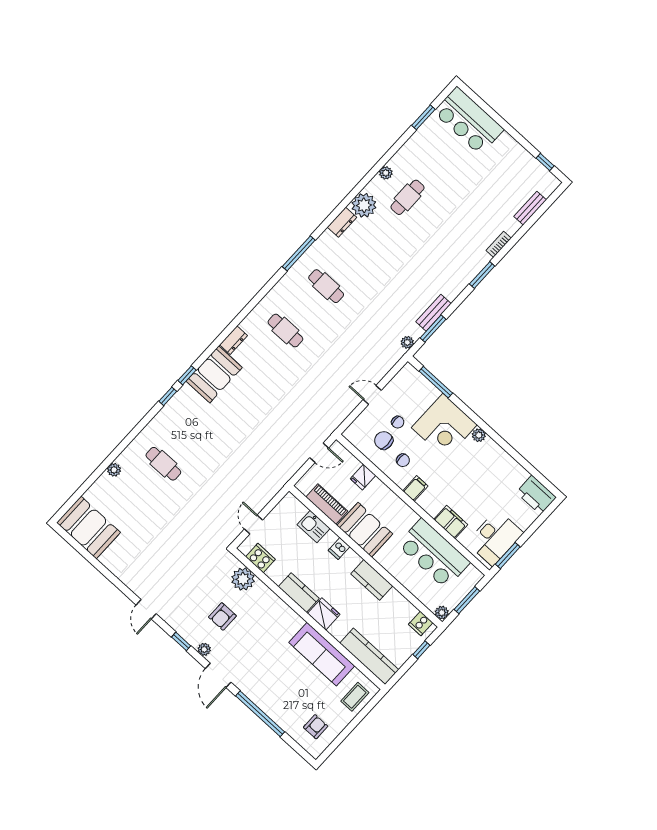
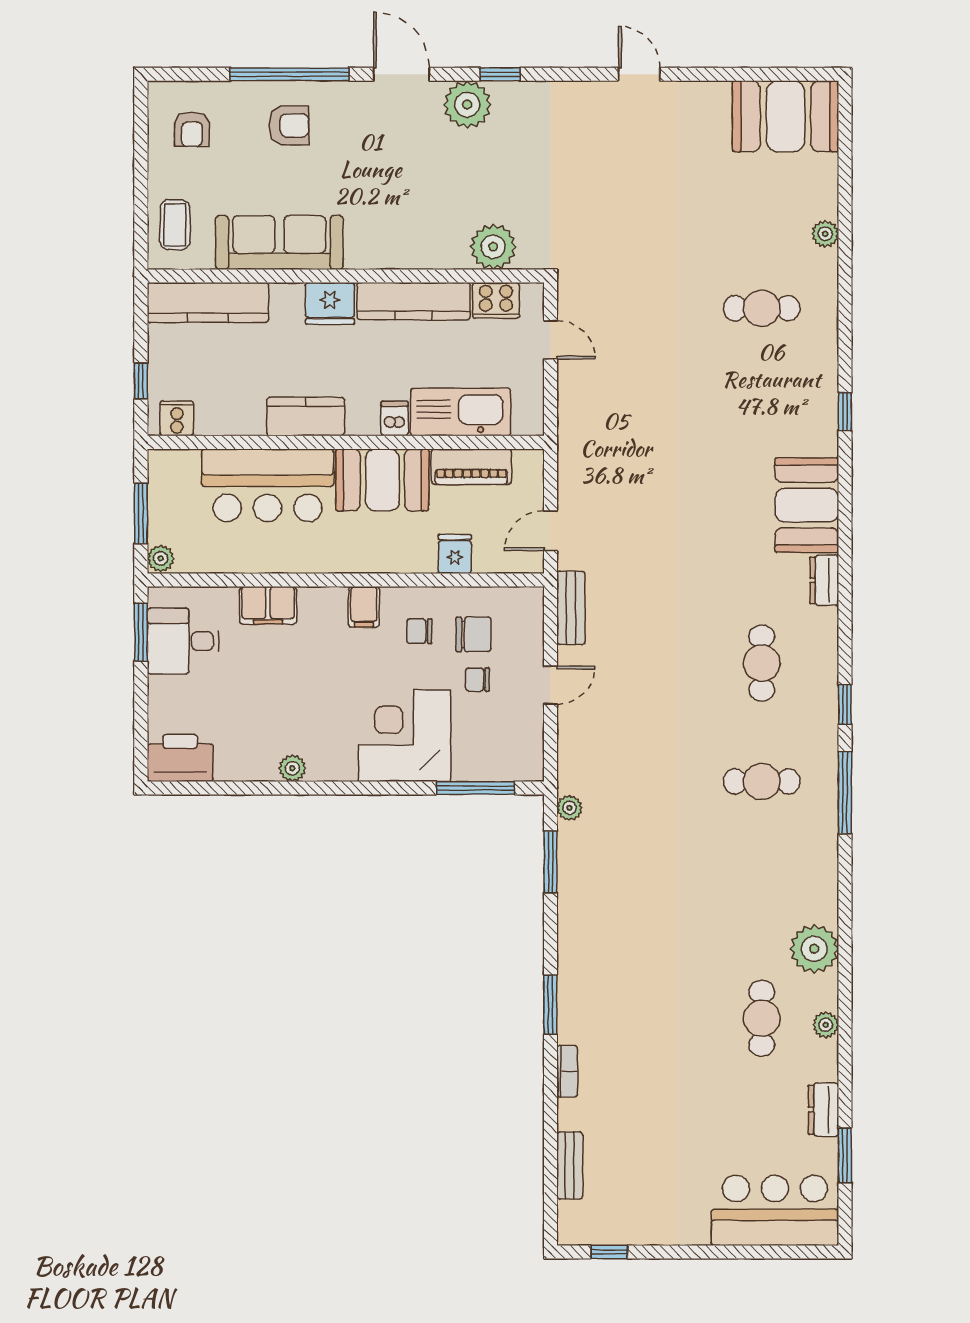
dresser: (342, 222) -> (823, 1110), moved
bench: (433, 313) -> (571, 608), moved
cafe table: (285, 331) -> (762, 663), turned 90
window: (187, 375) -> (845, 704), moved
plant: (479, 435) -> (292, 768), moved
kitchen sink: (314, 527) -> (461, 412), width x1.88, depth x1.24
desk: (495, 538) -> (183, 641), width x0.73
bar counter: (434, 553) -> (268, 485), moved, turned 180
kitchen counter: (299, 593) -> (413, 301), width x1.50
door: (146, 609) -> (639, 74), moved
plant: (442, 613) -> (161, 558), moved
armchair: (222, 616) -> (289, 125), moved, turned 90
plant: (204, 649) -> (467, 105), width x1.88, depth x1.88

